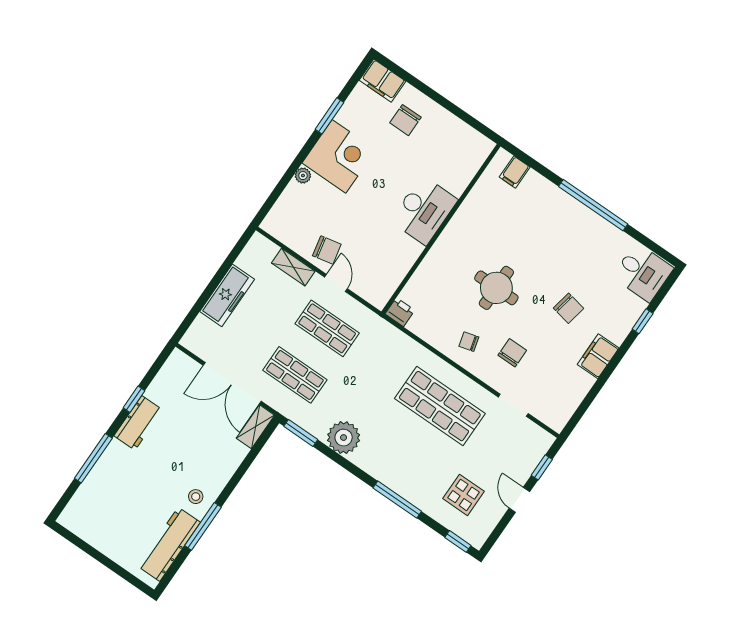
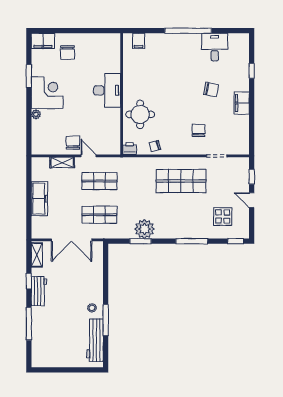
chair: (327, 250) -> (73, 143), turned -78
desk: (643, 272) -> (215, 47), moved, turned -90
round table: (496, 288) -> (140, 114), moved
chair: (469, 342) -> (155, 146), moved
shelving: (255, 427) -> (37, 255), moved
window: (301, 433) -> (141, 241), moved

